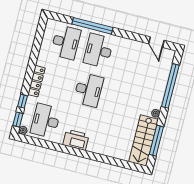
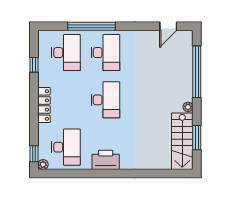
door: (156, 42) -> (168, 26), hinge flipped
desk: (98, 51) -> (105, 53), turned 180
window: (22, 101) -> (34, 65), moved
desk: (46, 121) -> (66, 147), turned 180
window: (156, 141) -> (197, 138), width x0.69

